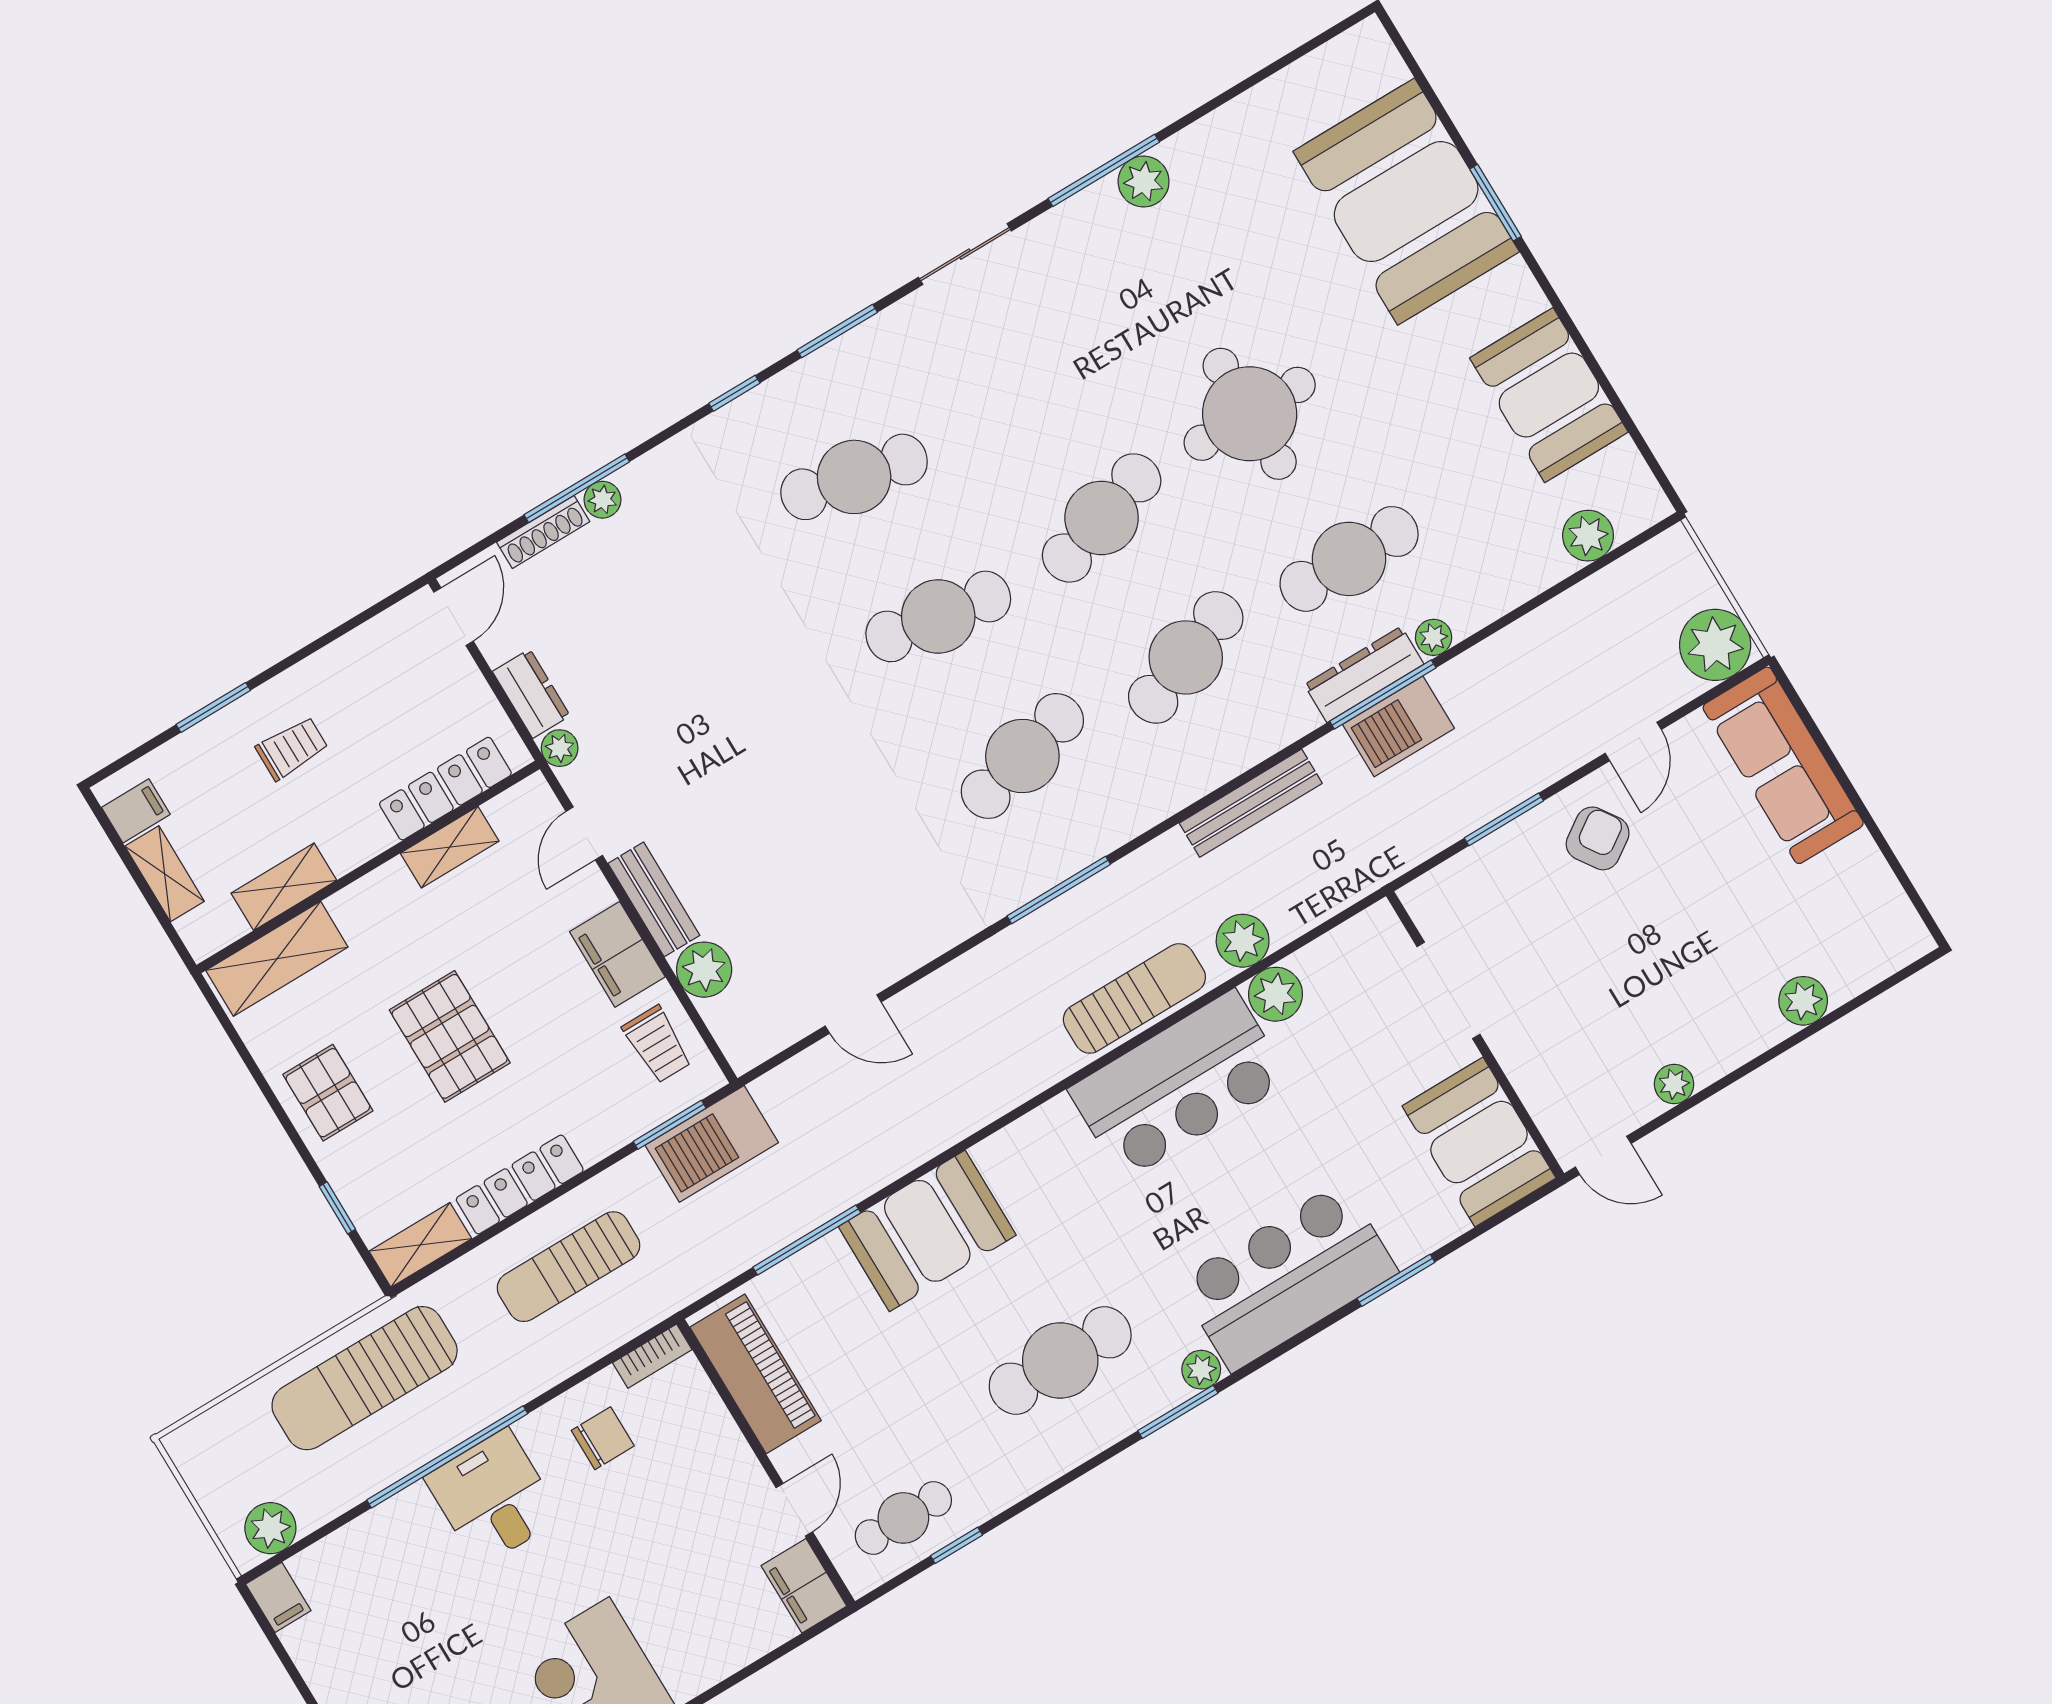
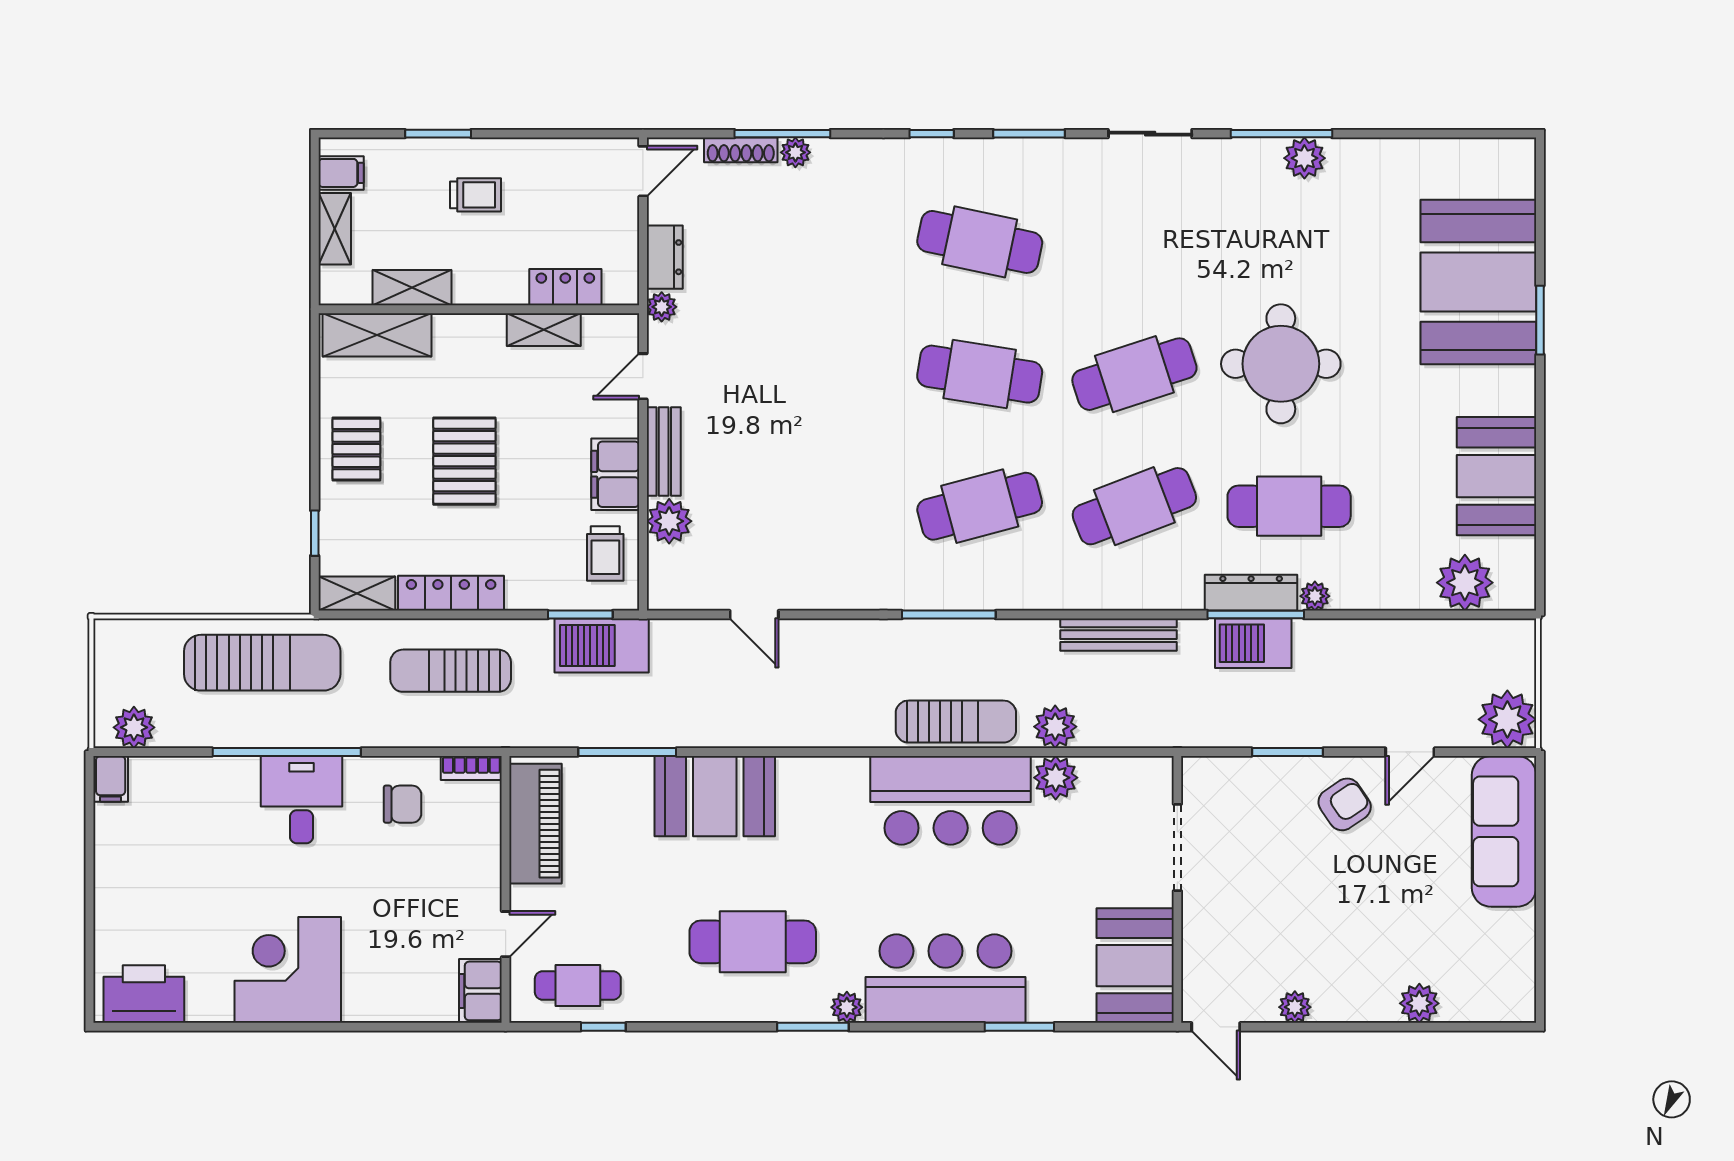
plant: (1588, 536) -> (1465, 583), width x1.36, depth x1.36
locker: (445, 789) -> (565, 287), width x0.66
sun lounger: (365, 1378) -> (262, 663), turned 180

